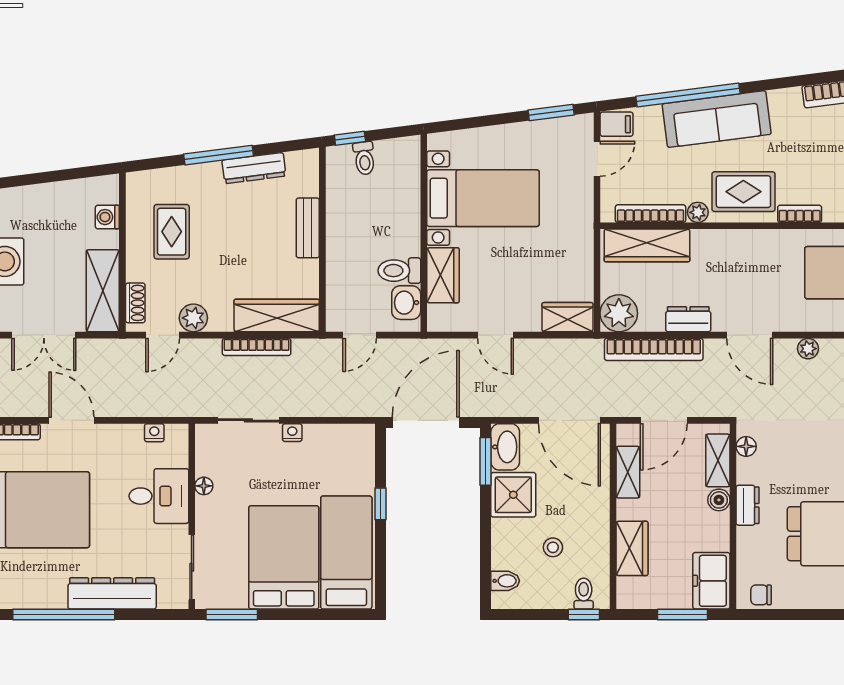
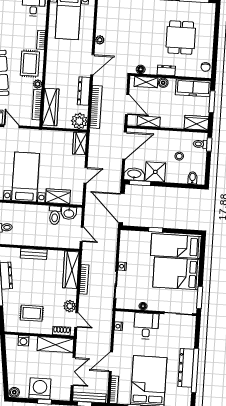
dresser: (688, 319) -> (84, 91), width x1.44
wardrobe: (632, 548) -> (196, 123), moved
freezer: (711, 581) -> (193, 88), width x1.40
dresser: (112, 593) -> (186, 368), moved

